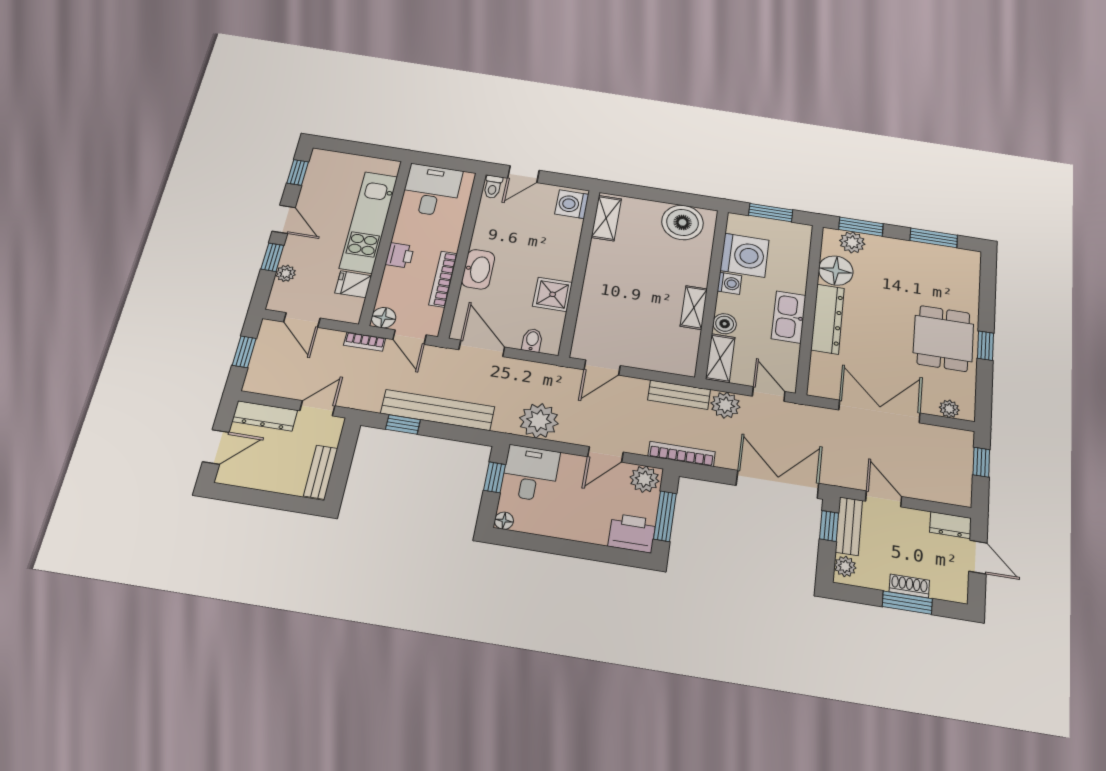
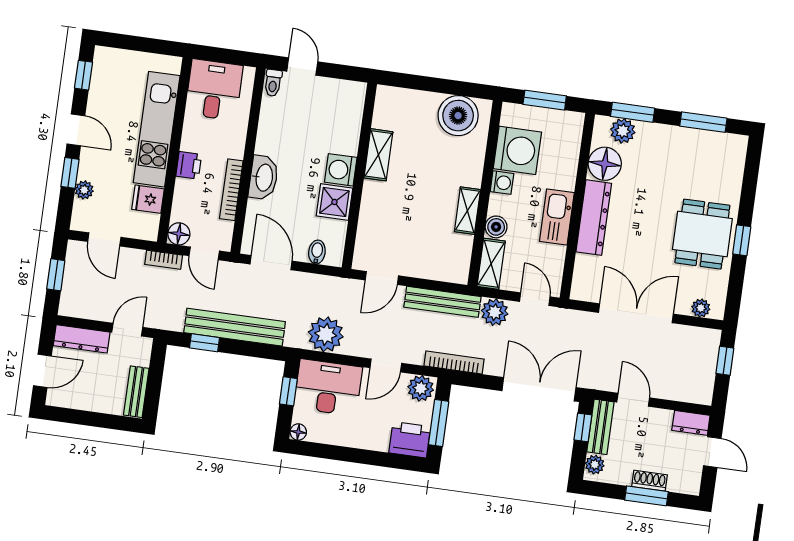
door: (523, 174) -> (302, 66), swing flipped
washing machine: (572, 204) -> (341, 170), moved
shelving: (606, 218) -> (378, 155), moved
bench: (679, 395) -> (442, 302), width x1.36
desk: (530, 473) -> (328, 387), width x1.37

